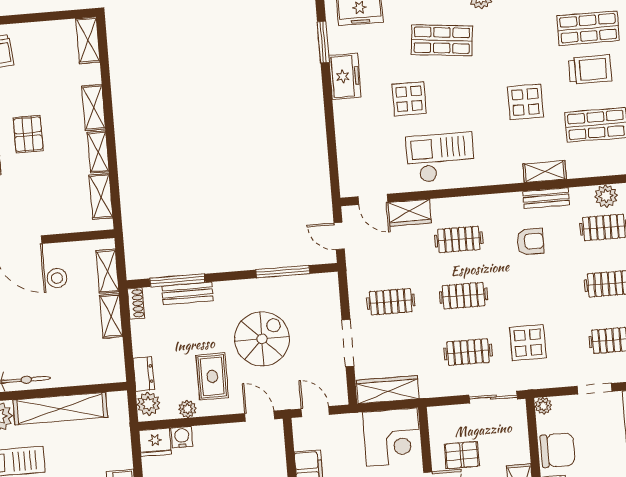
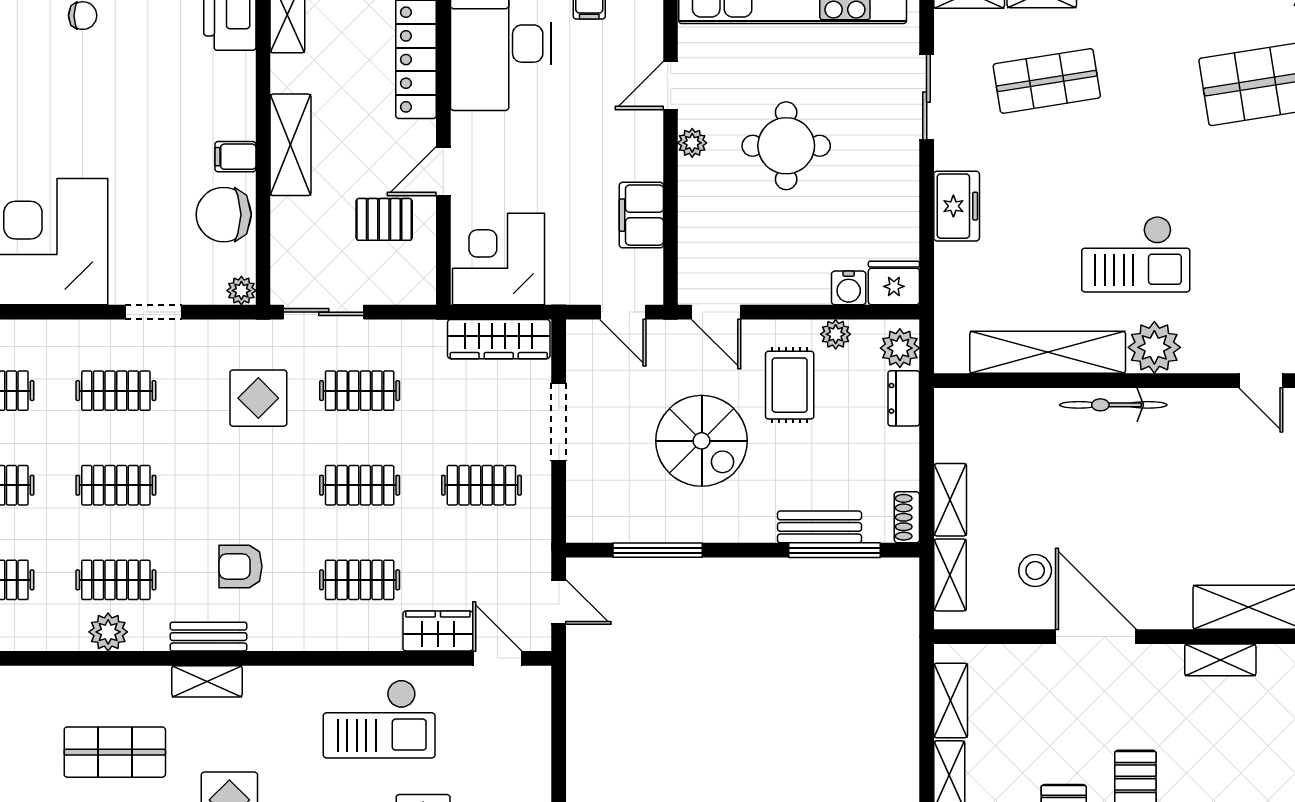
spiral stairs: (262, 339) -> (702, 441), turned -90

